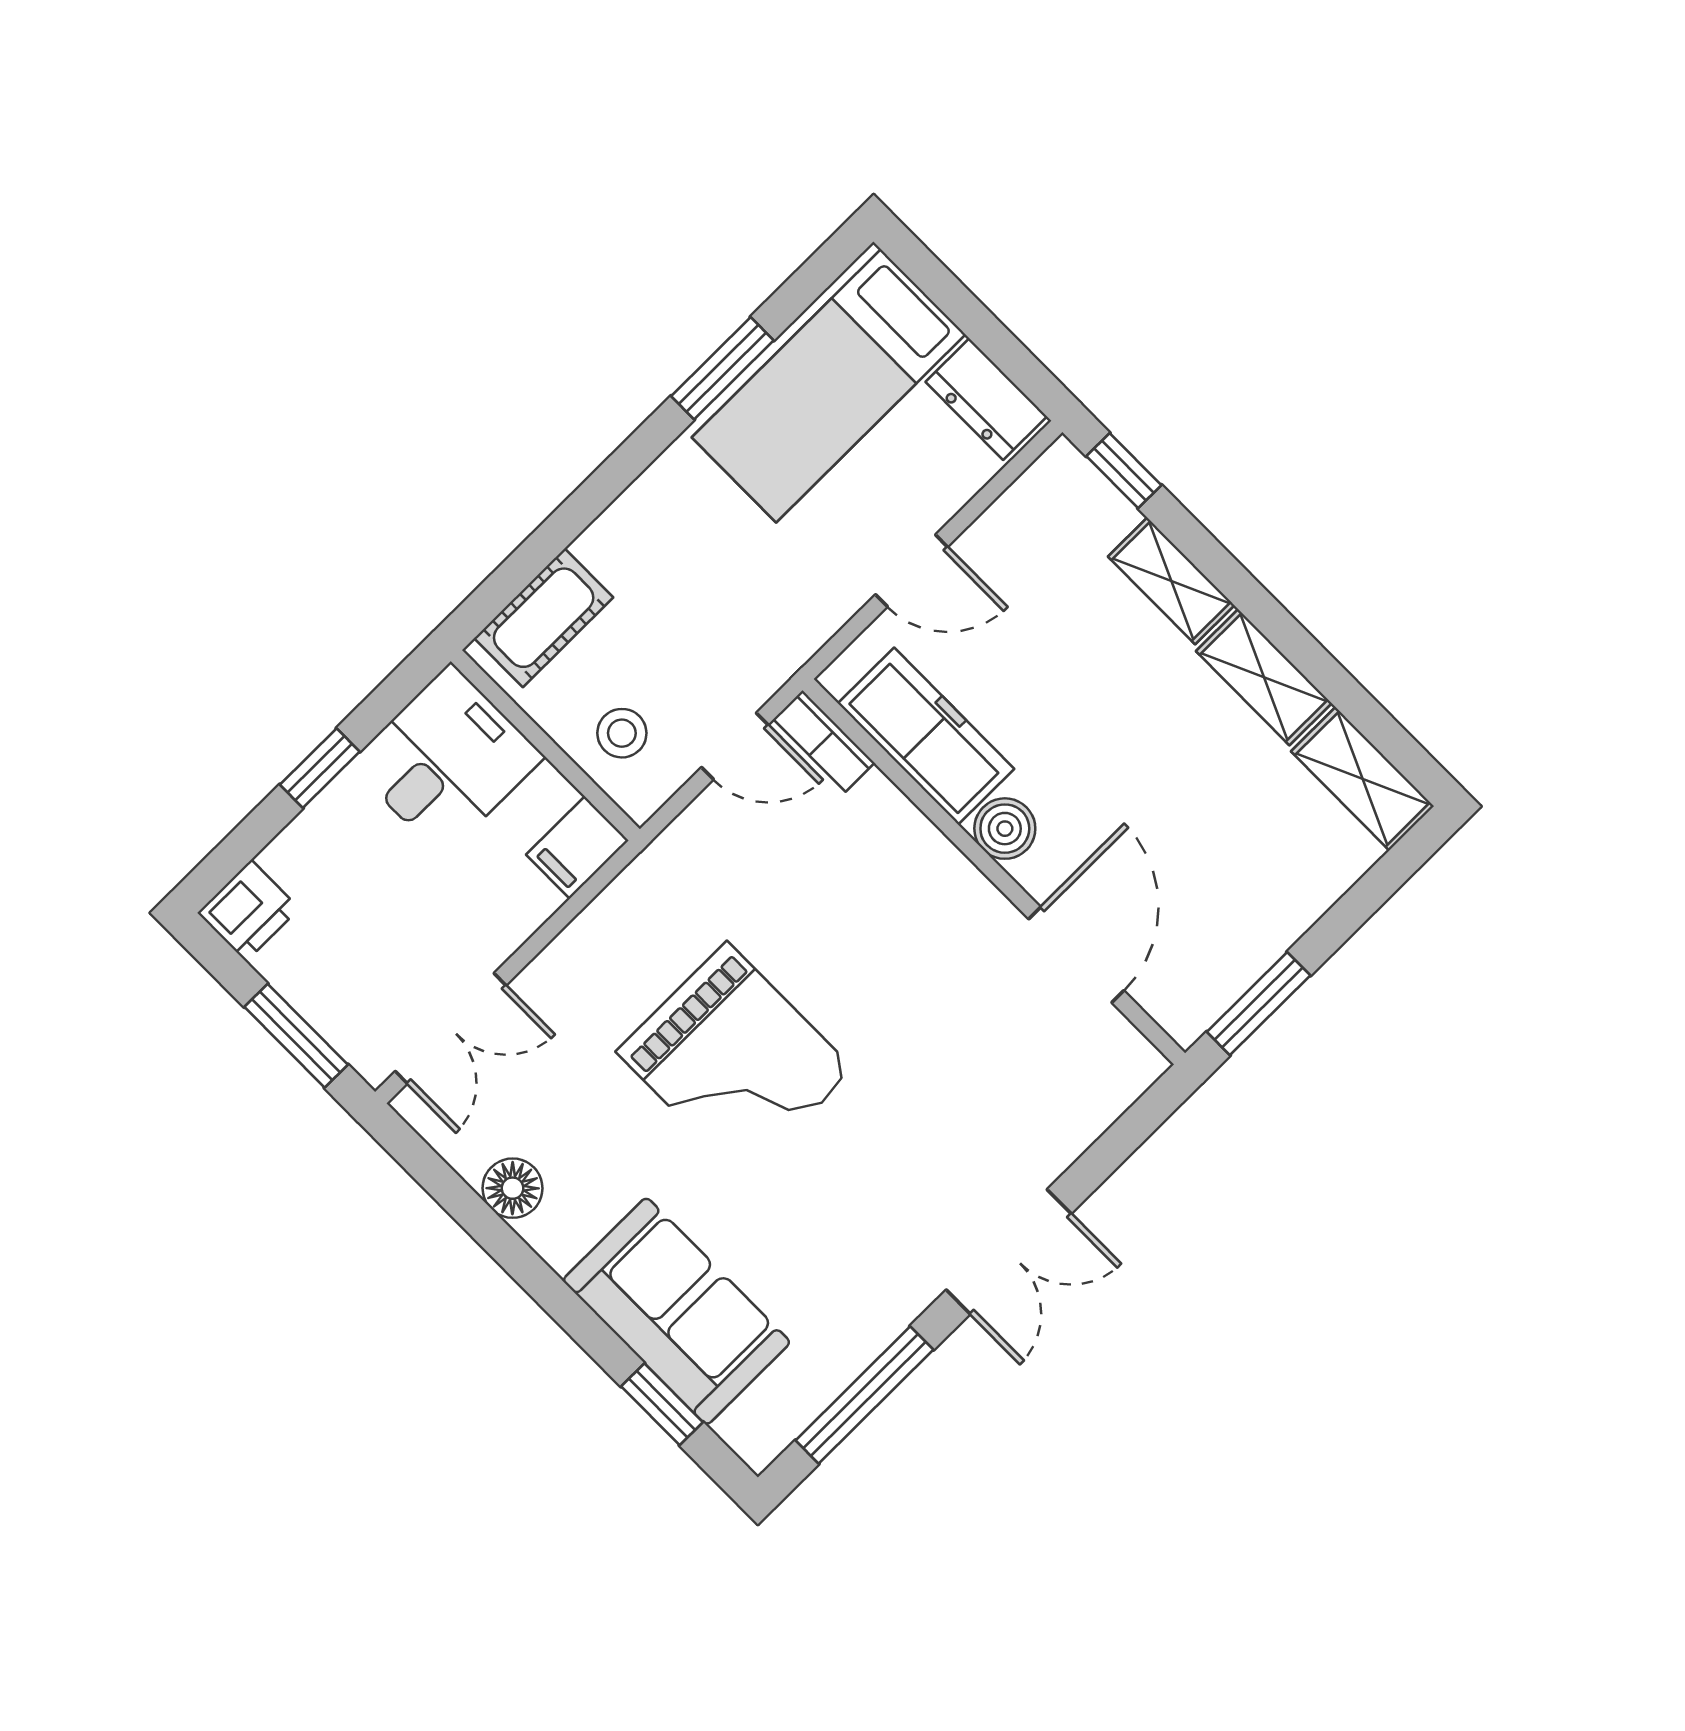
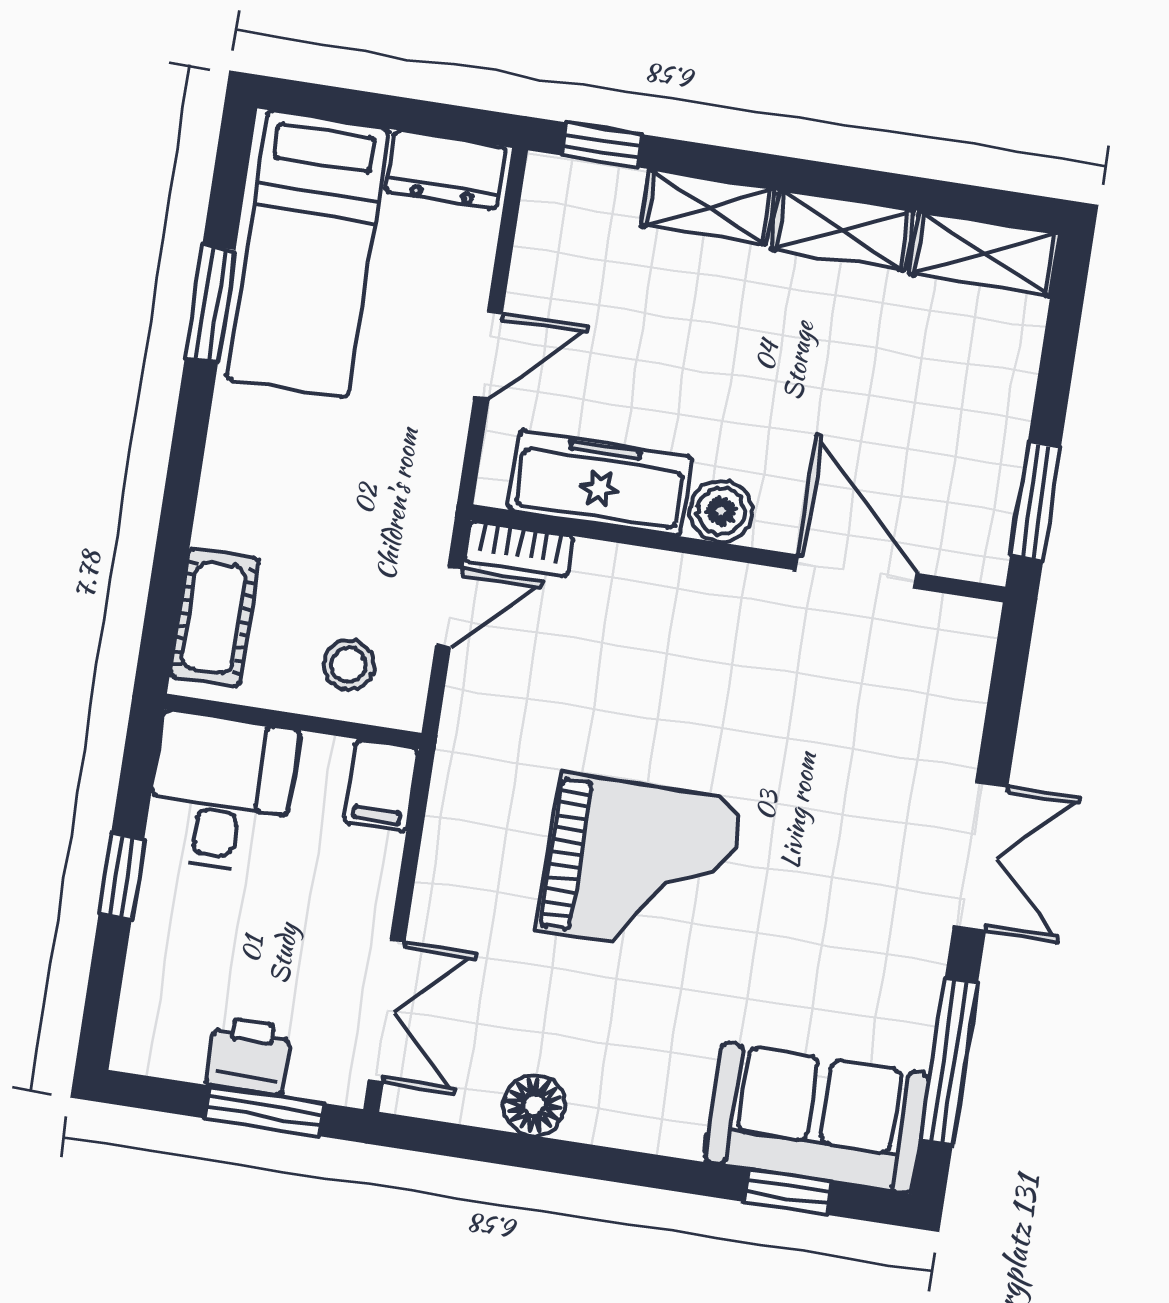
printer: (248, 911) -> (249, 1056), moved, turned -90
sofa: (676, 1311) -> (817, 1118), moved

